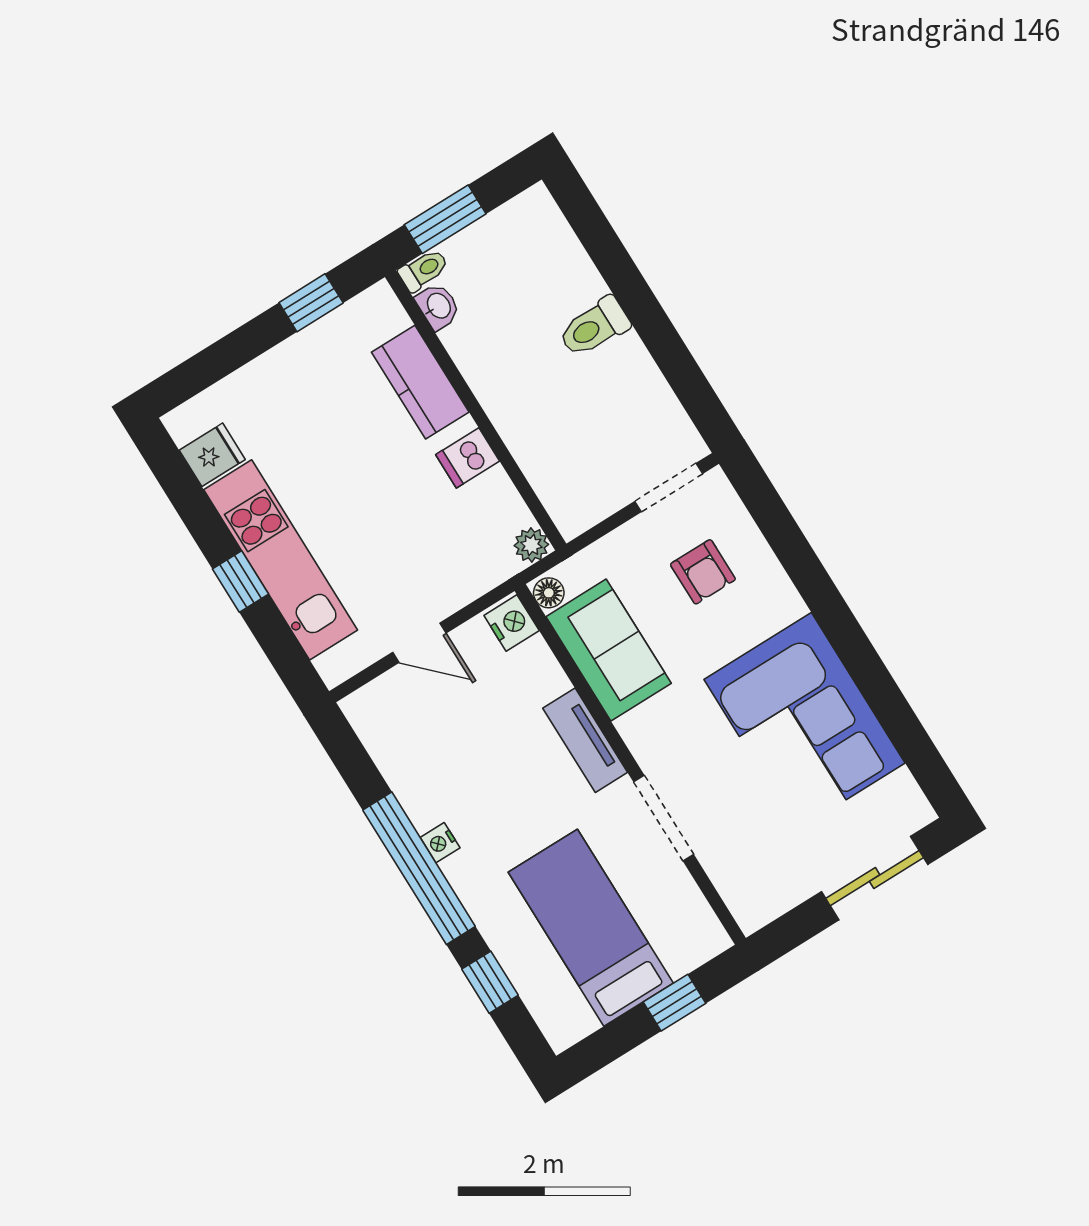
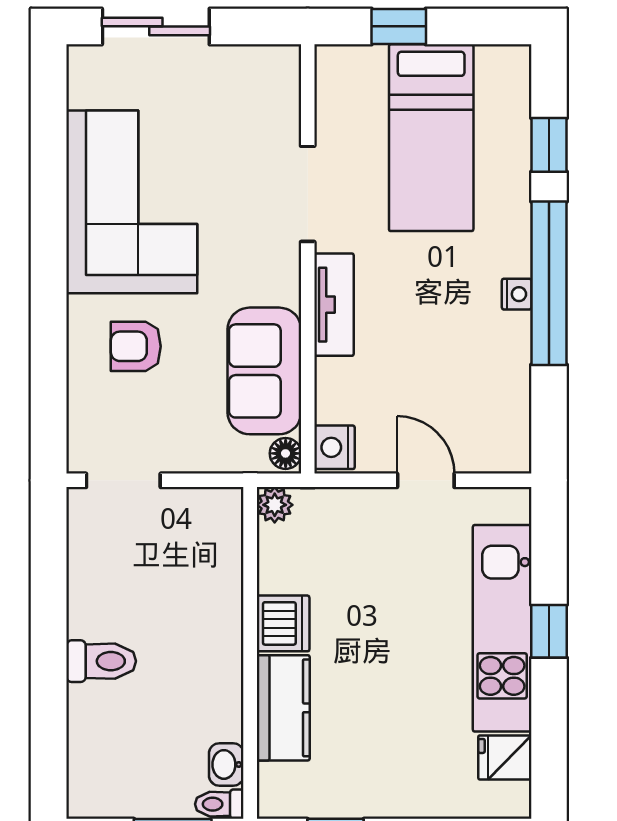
dishwasher: (468, 458) -> (283, 623), width x1.38
armchair: (703, 572) -> (136, 346), moved, turned -90

